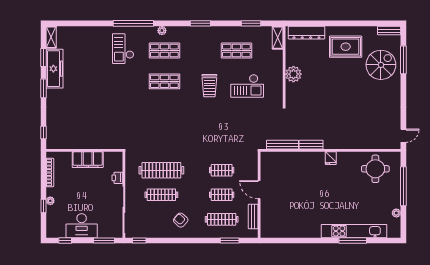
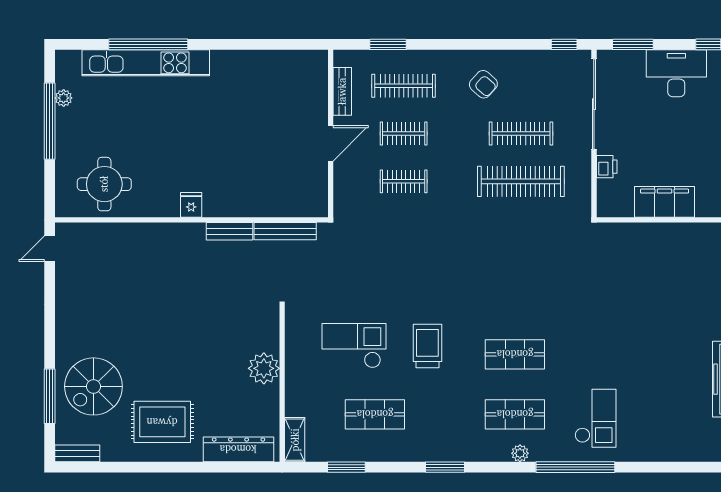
window: (403, 186) -> (50, 121), moved
door: (259, 190) -> (331, 143), hinge flipped
window: (353, 241) -> (148, 44), width x1.46

